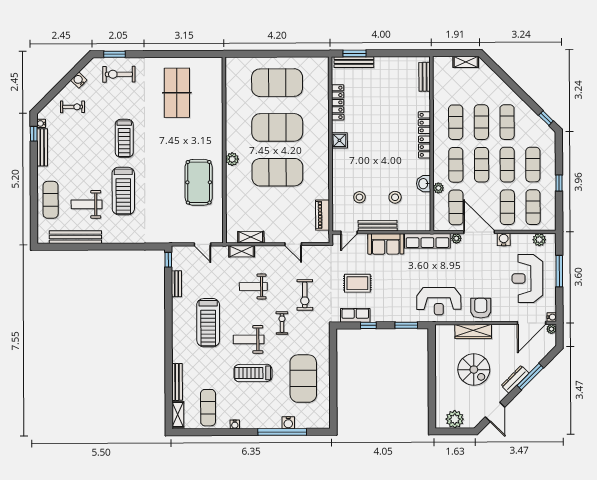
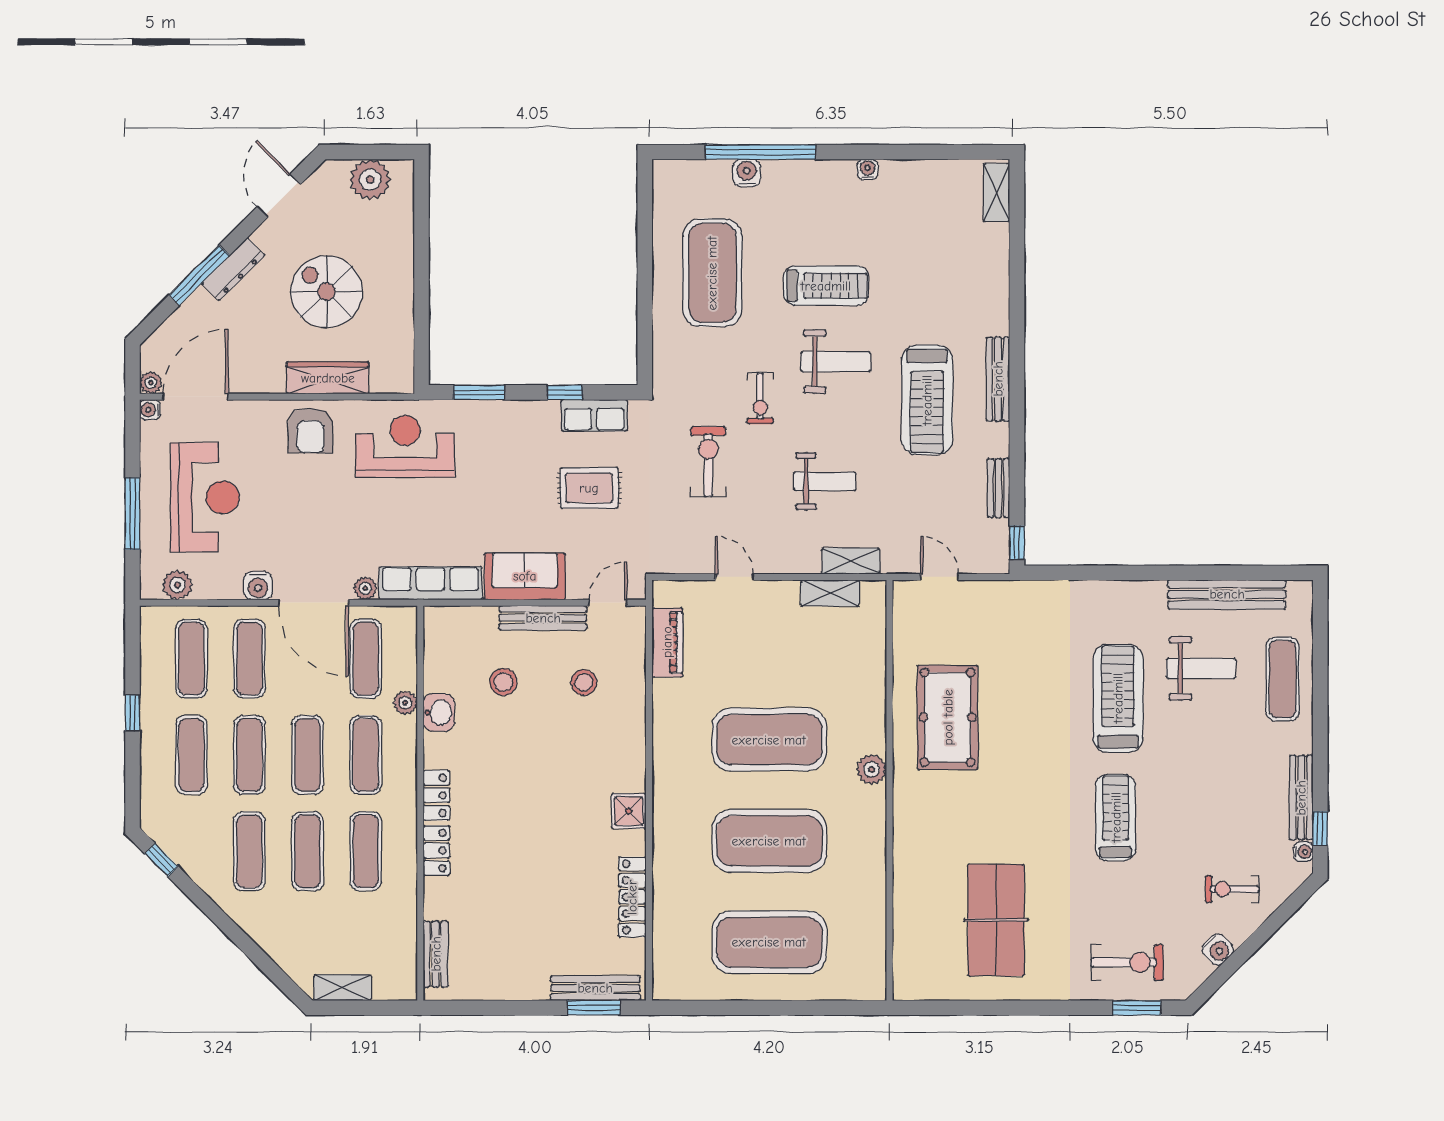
treadmill: (208, 323) -> (927, 400), turned 180
bench: (177, 382) -> (998, 379), moved
exercise mat: (208, 408) -> (928, 208), removed

